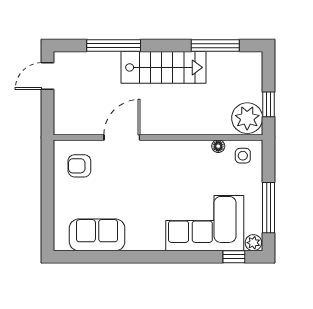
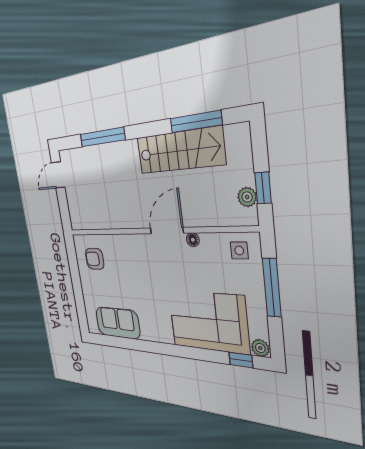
stairs: (164, 67) -> (180, 151), moved
plant: (247, 118) -> (247, 197), width x0.53, depth x0.53
door: (122, 137) -> (167, 231), moved
floor lamp: (218, 146) -> (193, 240), moved
window: (269, 208) -> (272, 288), moved

